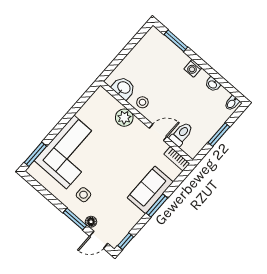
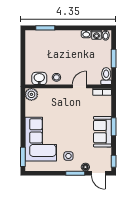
washing machine: (193, 68) -> (97, 35), moved
plant: (124, 118) -> (31, 94), moved
toilet: (181, 134) -> (106, 76), moved
sofa: (150, 190) -> (103, 132), moved
door: (99, 240) -> (98, 173), hinge flipped

